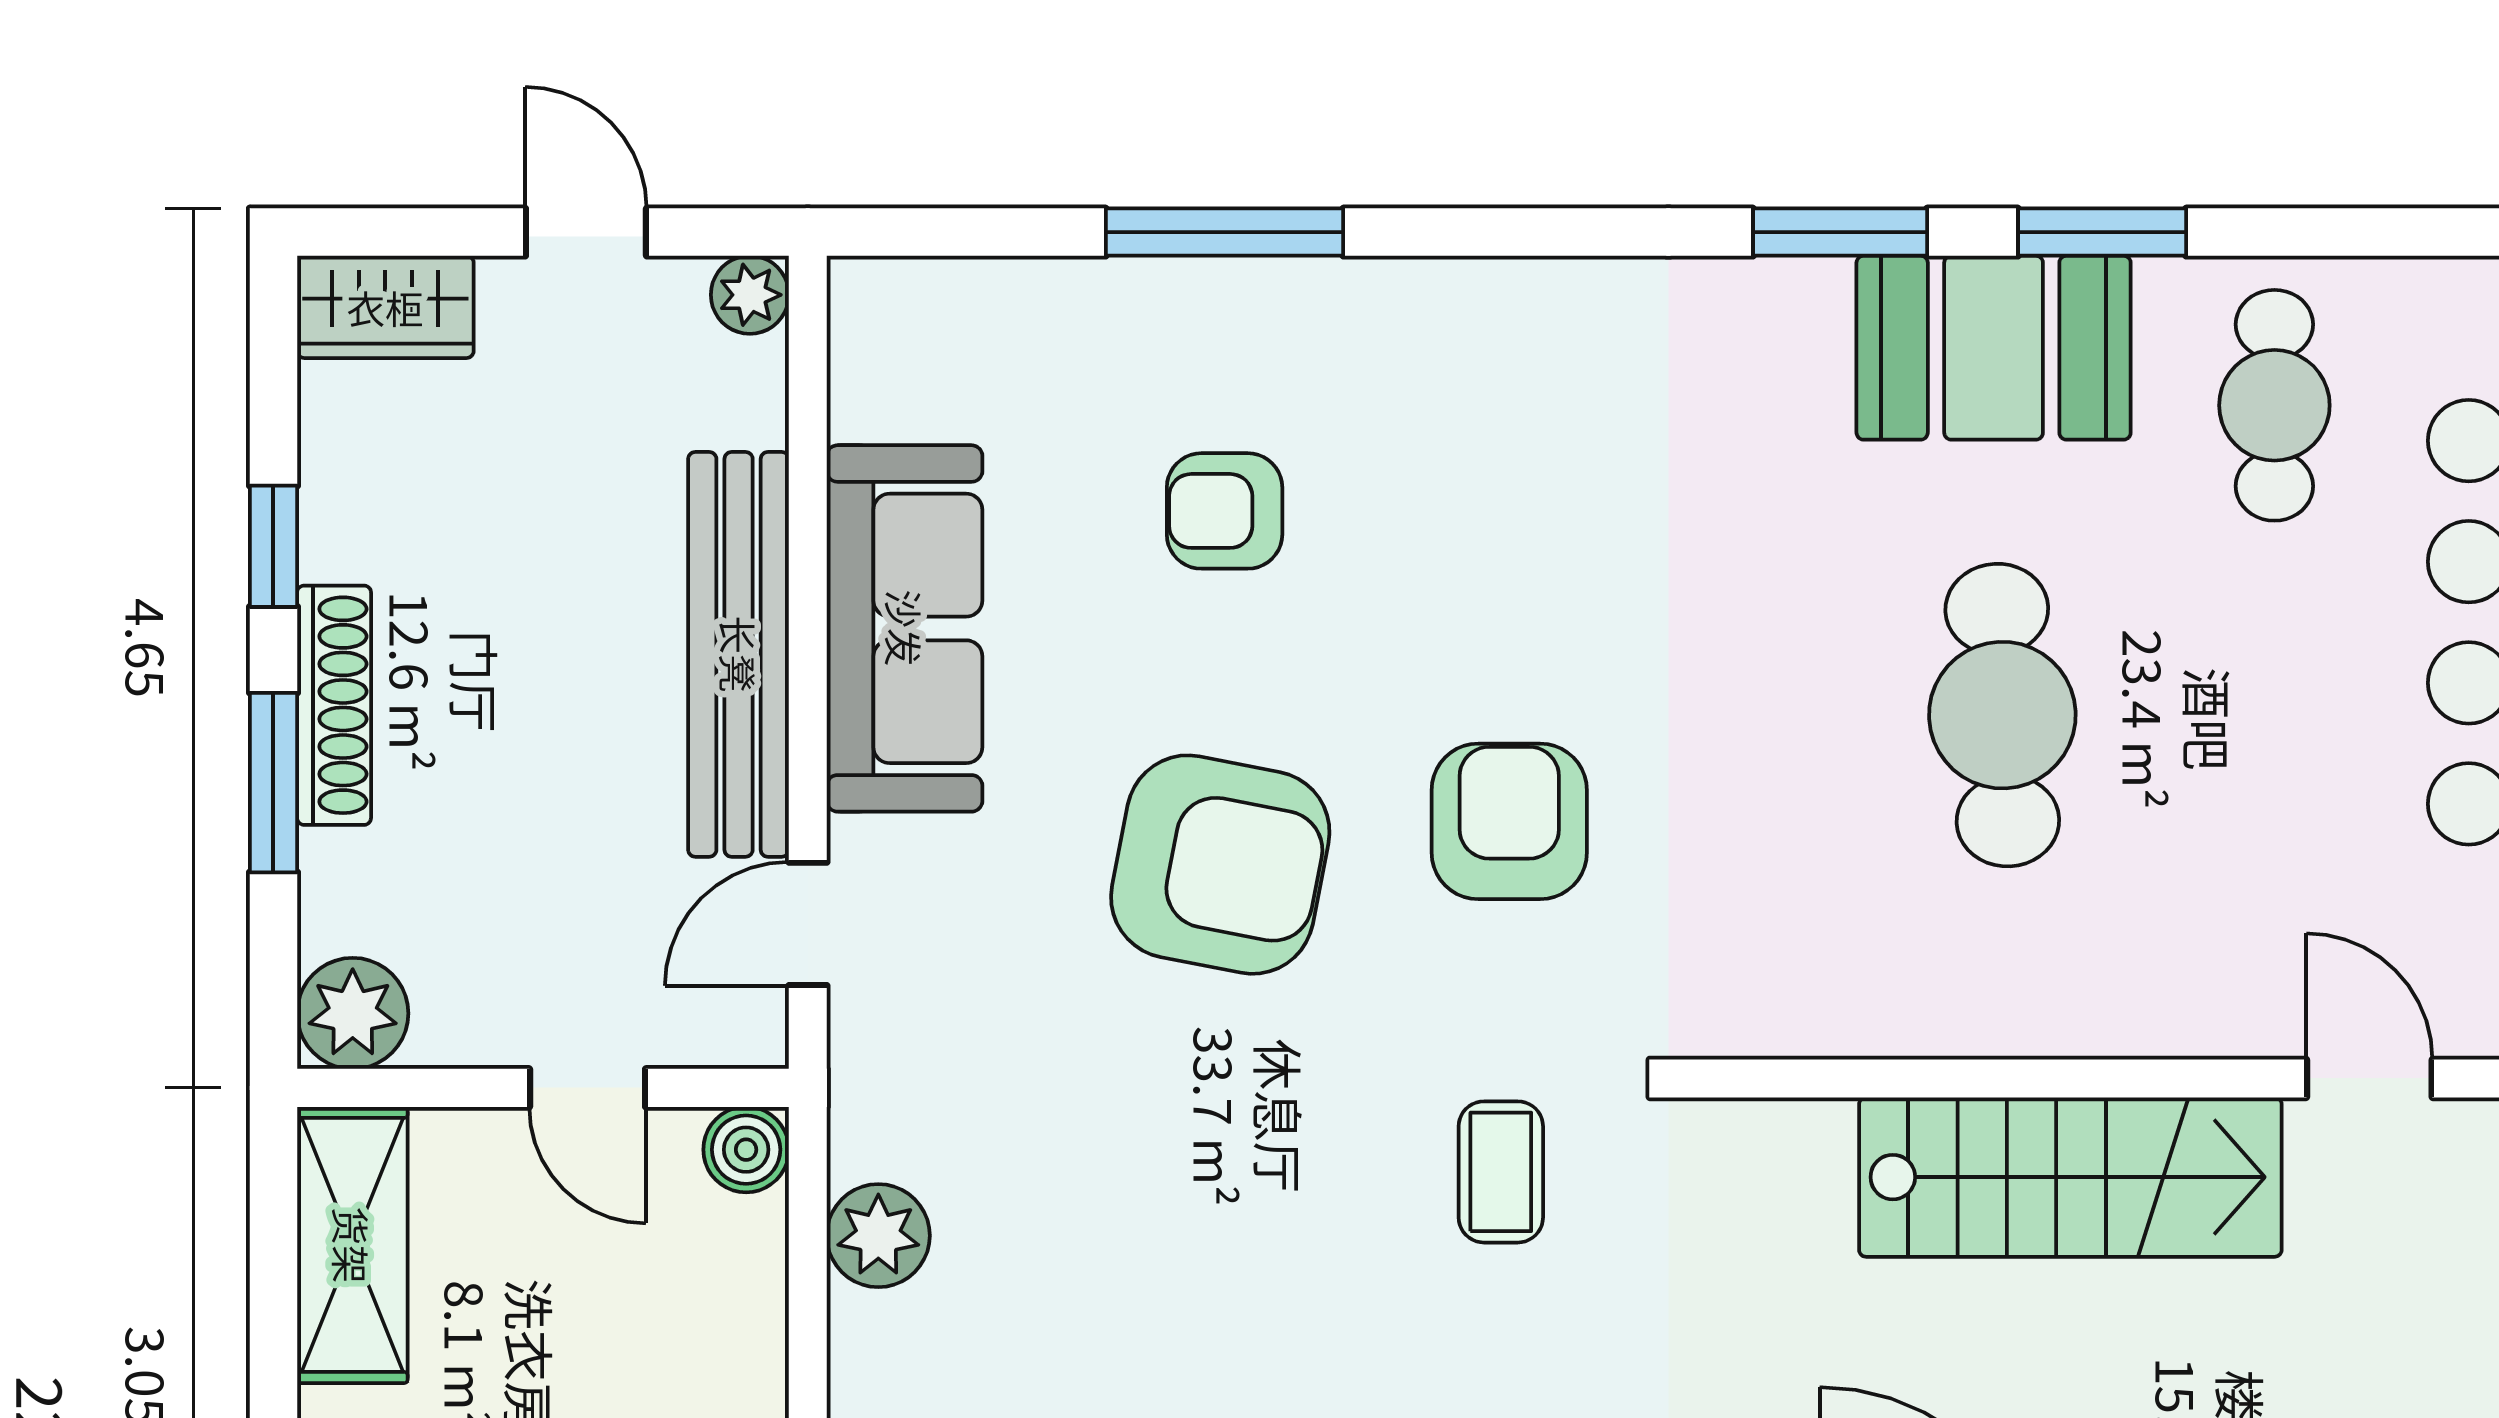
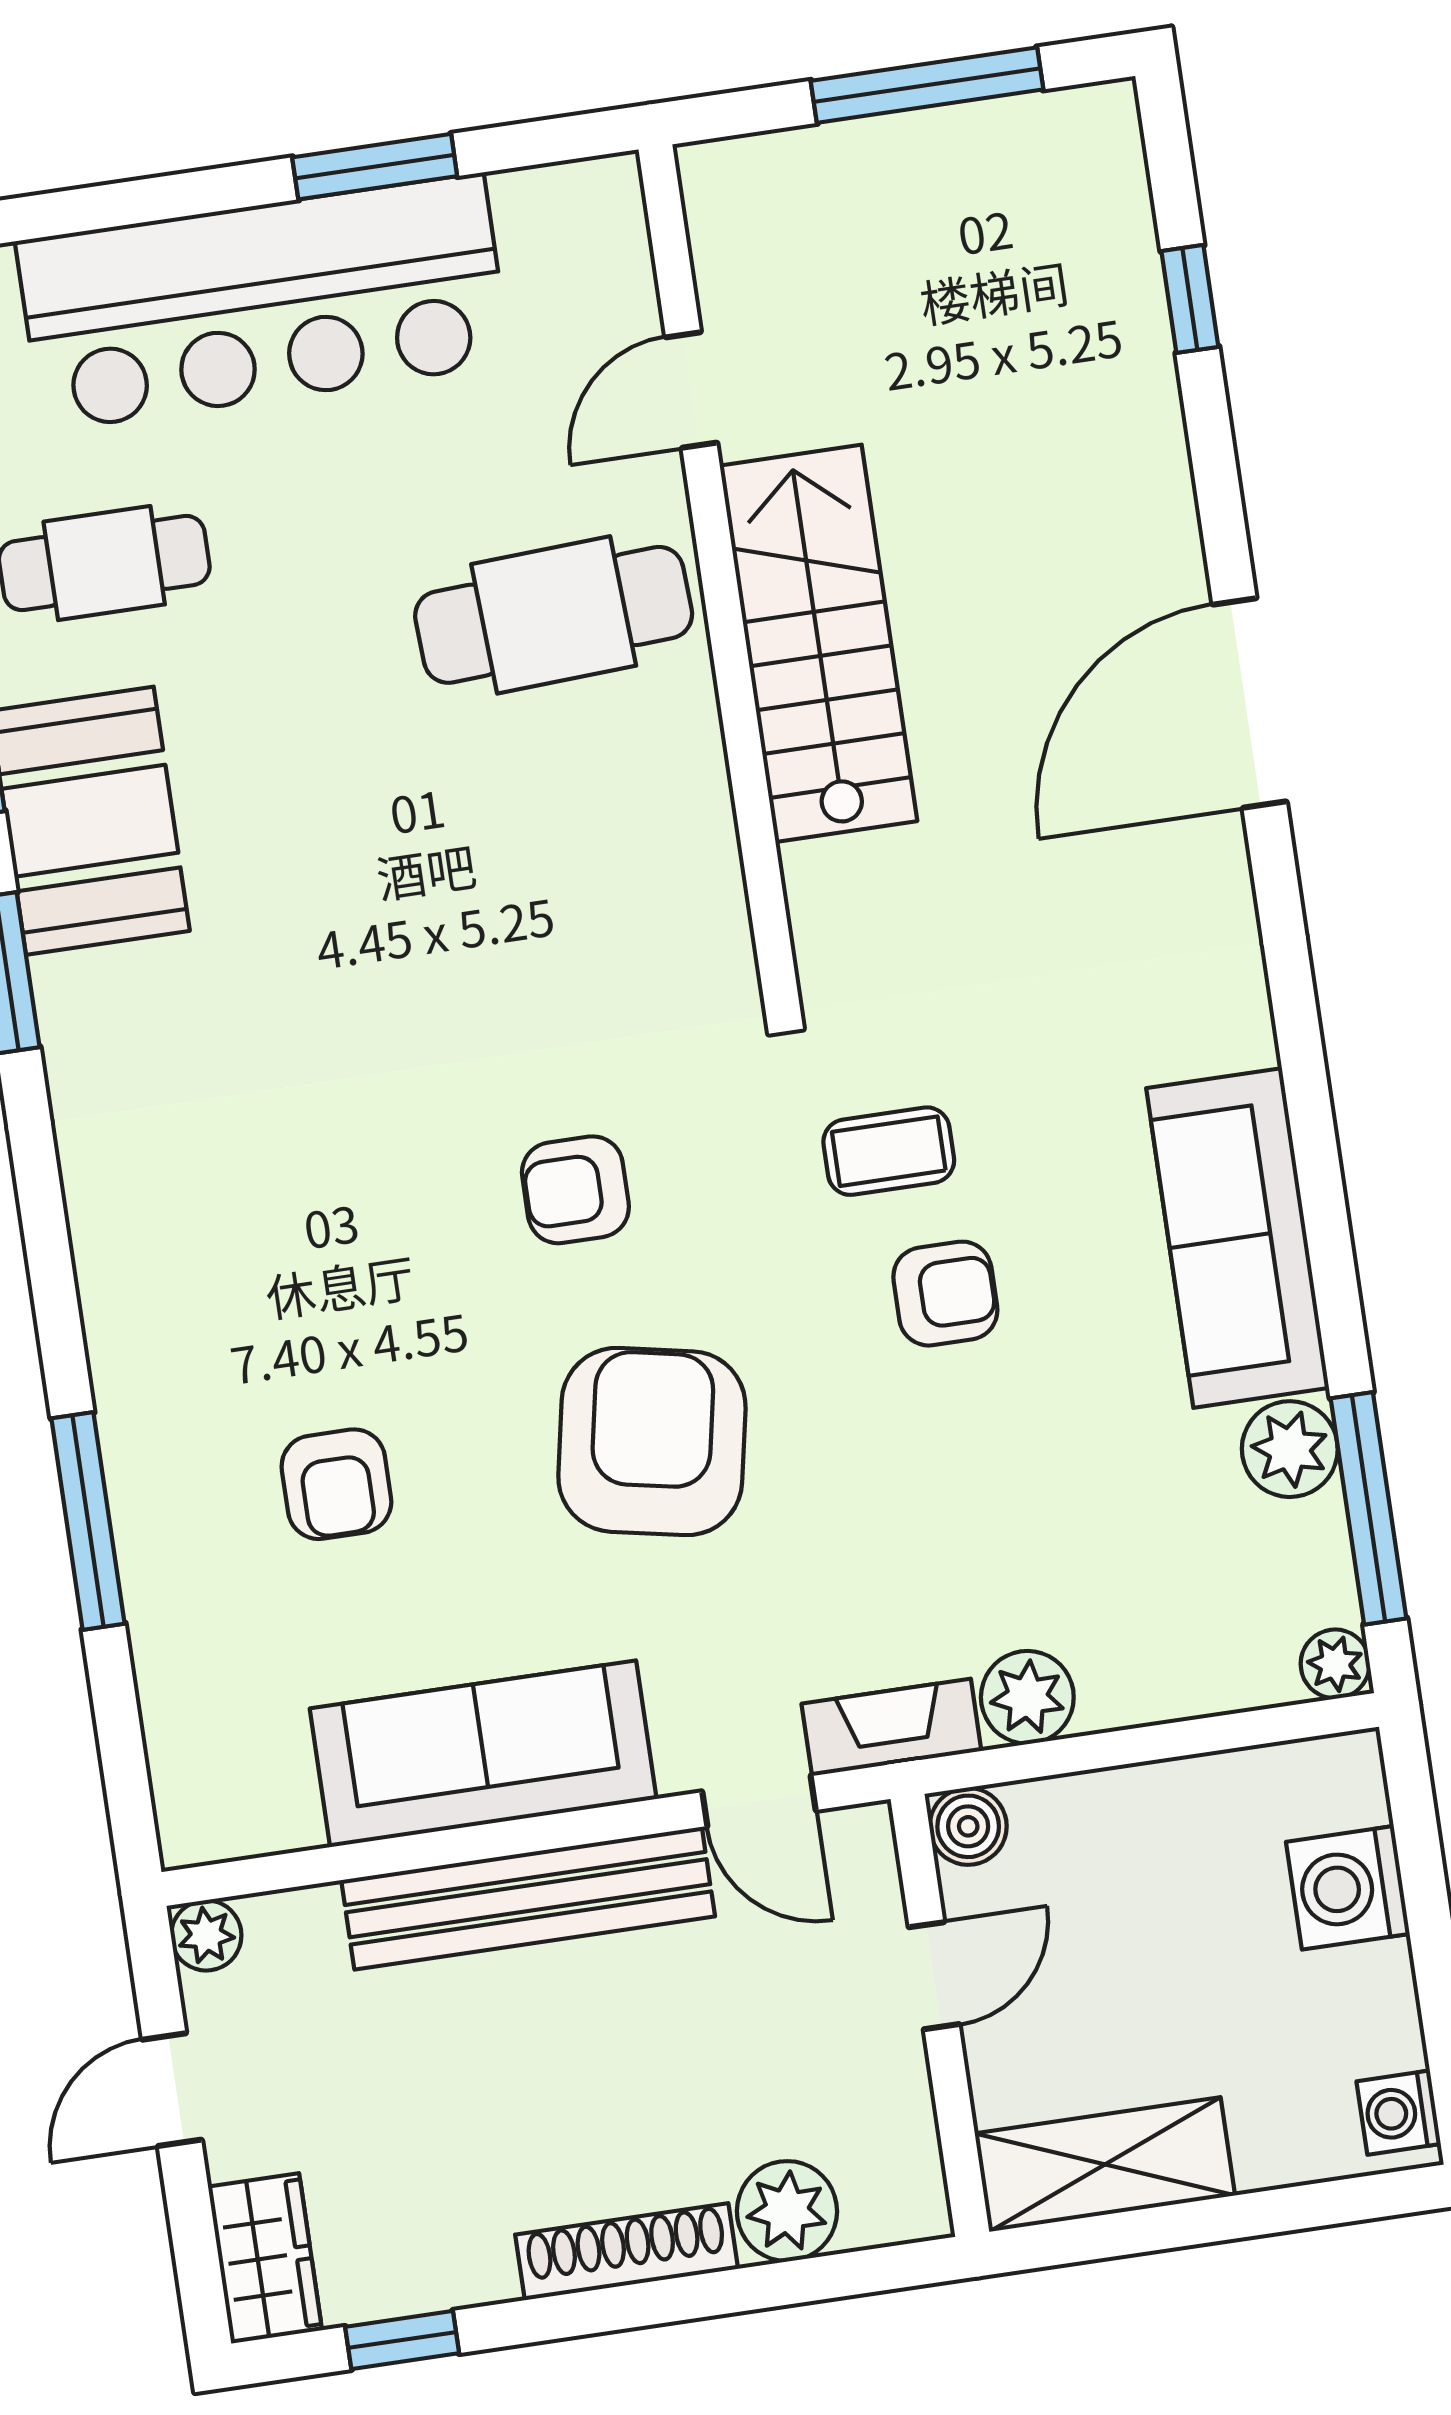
window: (273, 546) -> (402, 2340), moved
cafe table: (2002, 715) -> (554, 615), moved
window: (273, 783) -> (703, 2296), removed
armchair: (1509, 821) -> (575, 1190), width x0.72, depth x0.72
plant: (353, 1013) -> (787, 2211), moved
fireplace: (867, 1081) -> (891, 1727), added
armchair: (1335, 1211) -> (945, 1294), added

